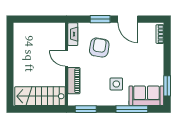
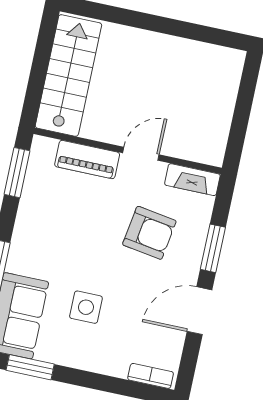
side table: (116, 84) -> (86, 307), moved

